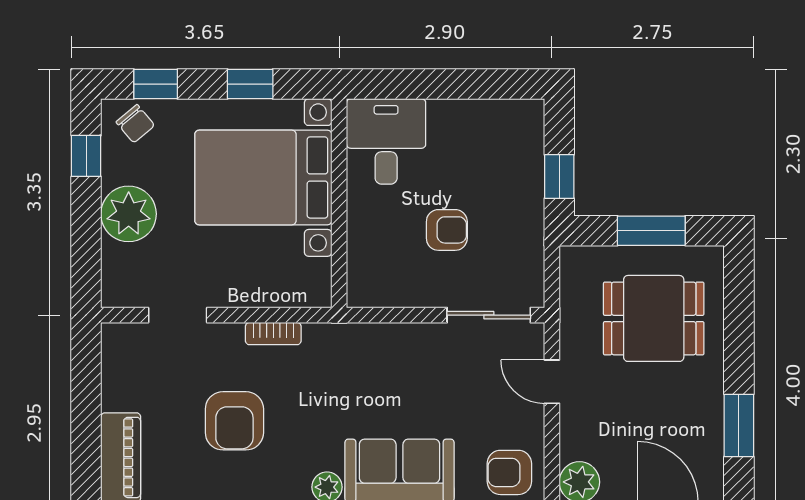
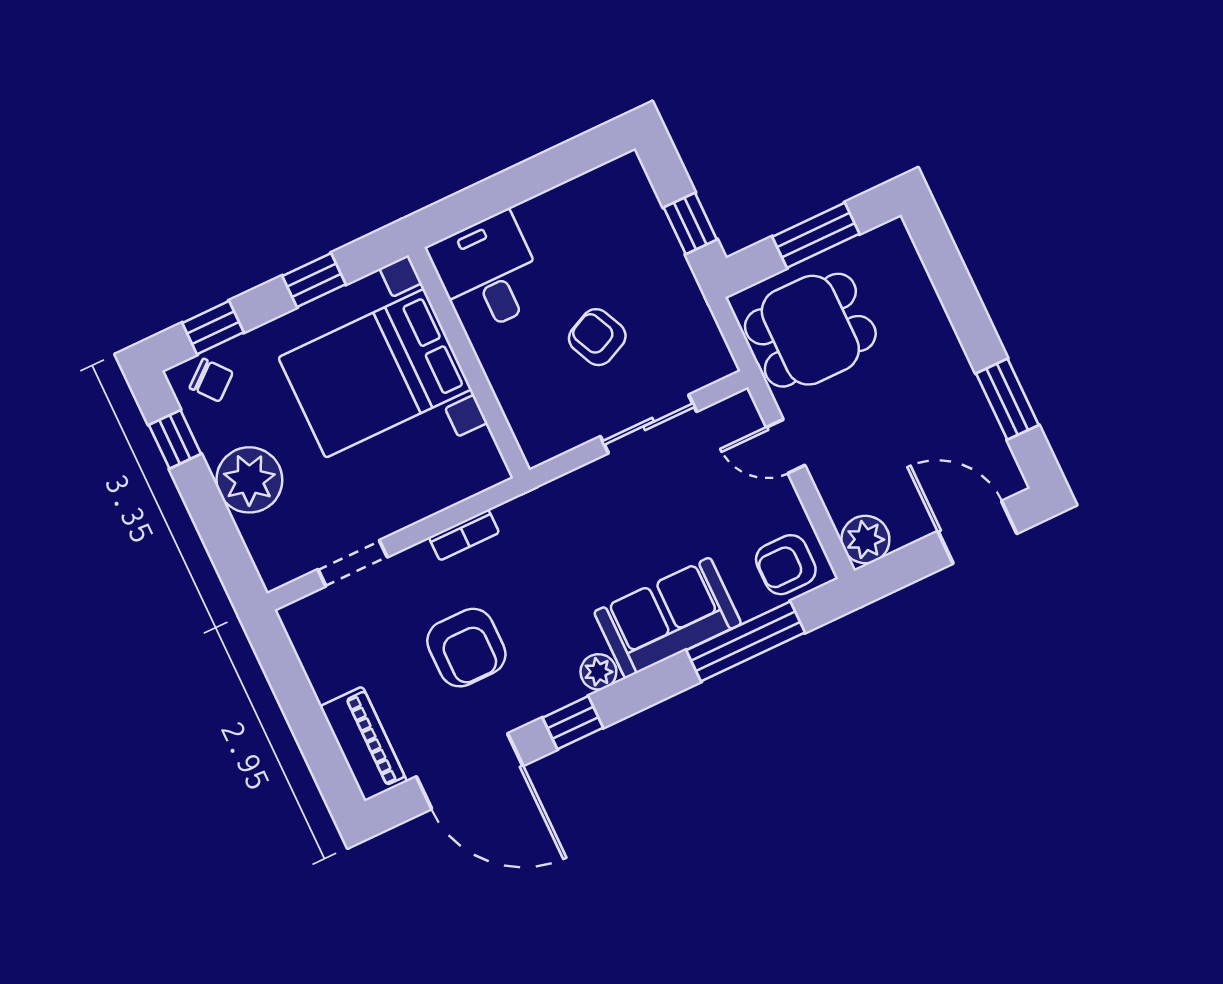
armchair: (447, 230) -> (597, 337), turned -115
sliding door: (489, 315) -> (649, 424), moved
dining table: (654, 318) -> (810, 330), moved

